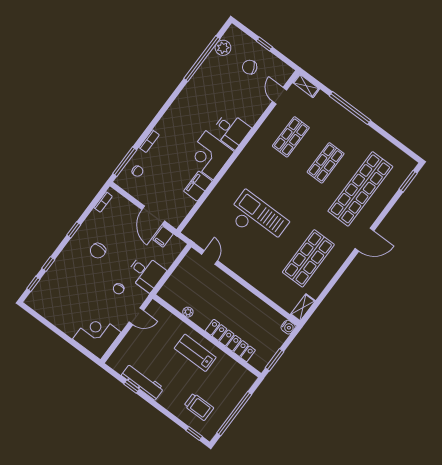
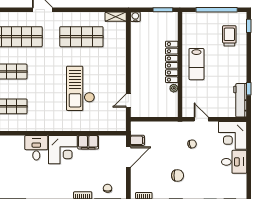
desk: (146, 273) -> (234, 162), moved, turned 90
locker: (230, 341) -> (172, 62), moved
workbench: (143, 382) -> (240, 100), moved

